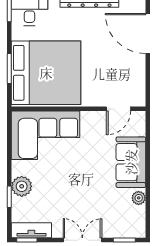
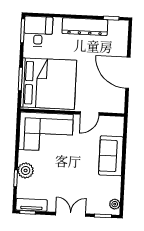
door: (148, 33) -> (128, 73), moved
door: (118, 109) -> (90, 113), moved
plant: (139, 198) -> (115, 204), moved

